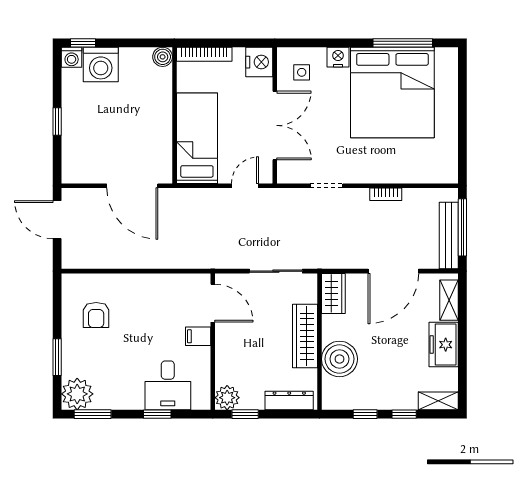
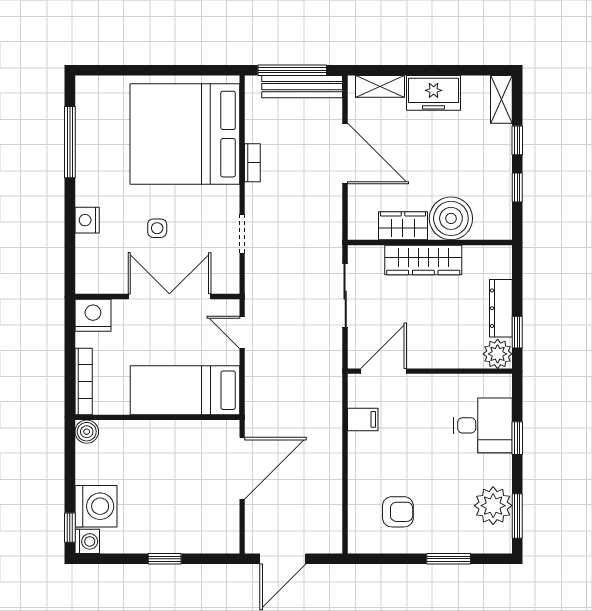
side table: (302, 72) -> (157, 228), moved
bed: (392, 93) -> (185, 134), moved, turned 180
wardrobe: (333, 293) -> (403, 226), moved
filing cabinet: (198, 336) -> (363, 419), moved, turned -90
plant: (77, 394) -> (493, 506), moved
dresser: (289, 400) -> (501, 308), moved

